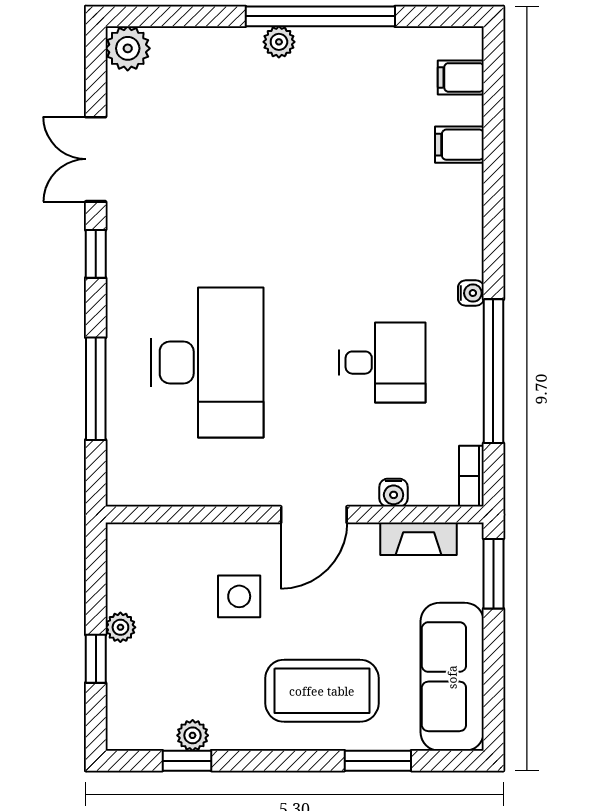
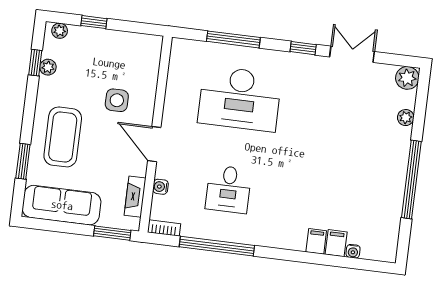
plant: (279, 42) -> (406, 118), moved
filing cabinet: (461, 77) -> (316, 241), moved
water cooler: (471, 293) -> (353, 251), moved
plant: (120, 627) -> (60, 31), moved

